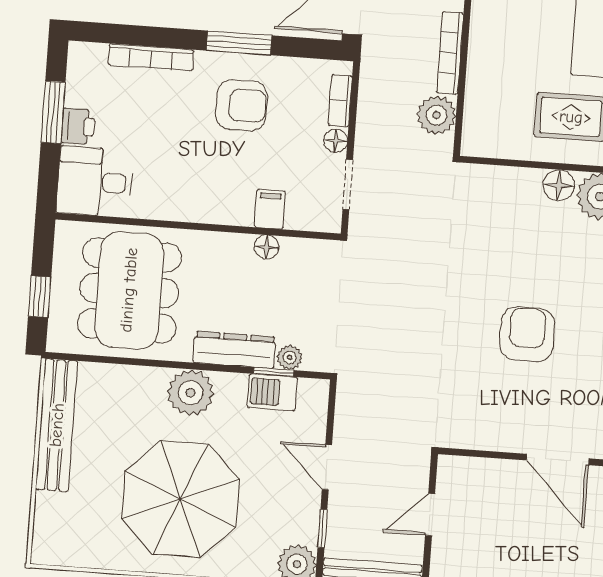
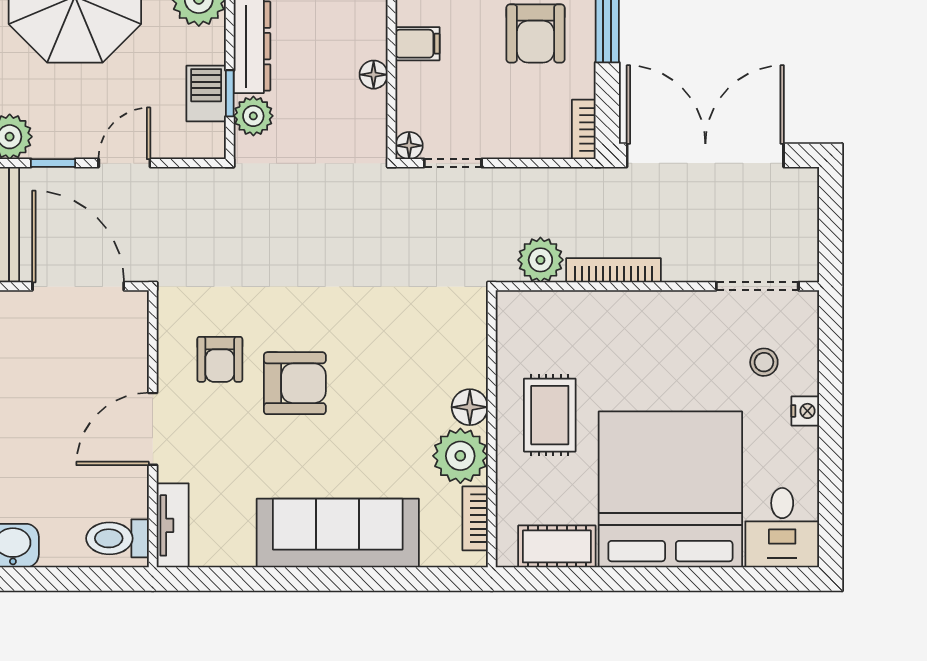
bookcase: (340, 101) -> (584, 129), moved, turned -90
floor lamp: (336, 141) -> (409, 146), moved
filing cabinet: (270, 209) -> (417, 44), moved
plant: (290, 357) -> (253, 116), width x1.38, depth x1.38
armchair: (502, 397) -> (220, 359), added
door: (430, 515) -> (78, 286), width x1.88

